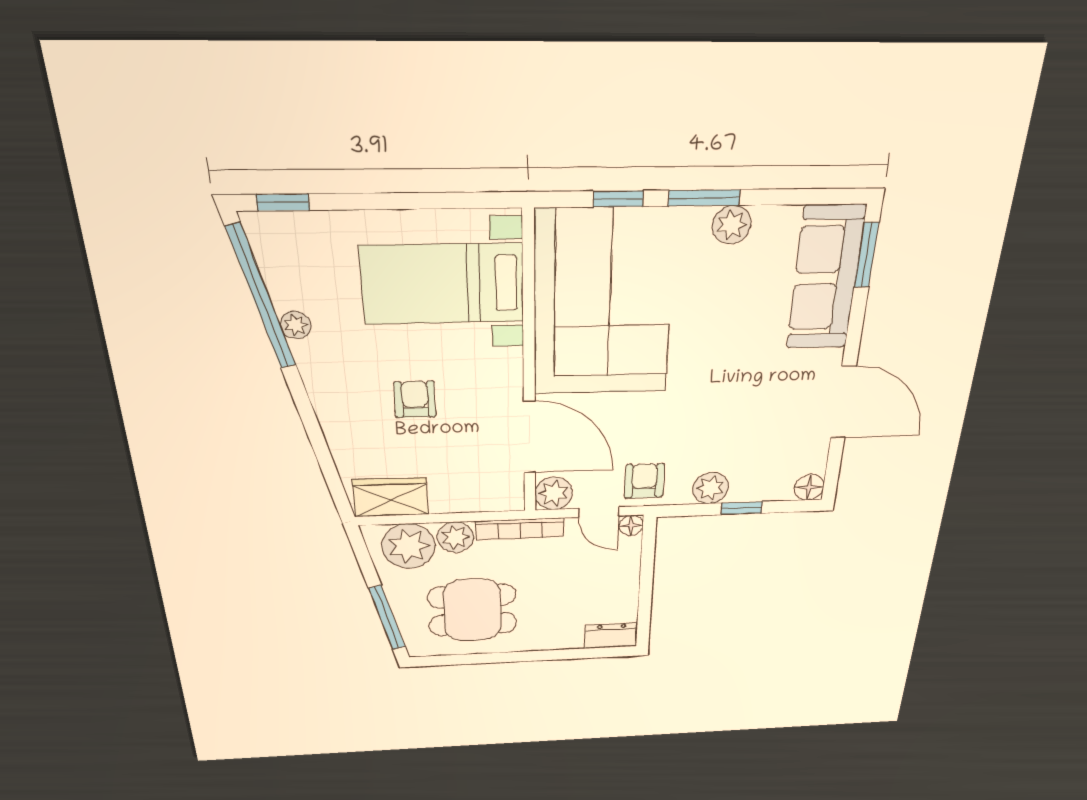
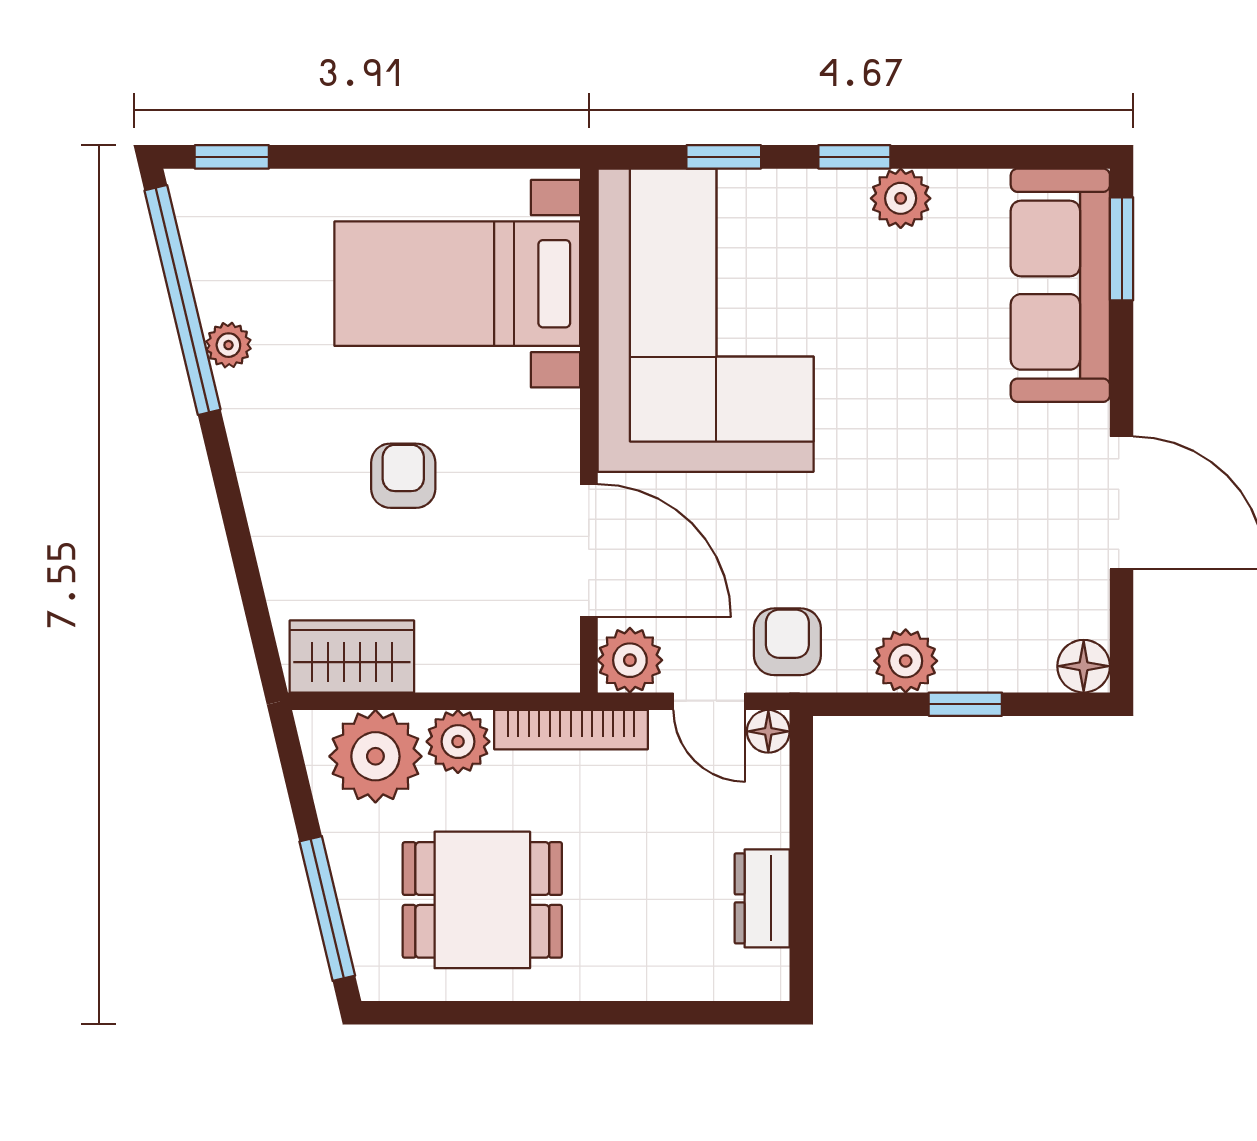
window: (704, 198) -> (854, 157), width x0.67
dresser: (611, 636) -> (762, 898), moved, turned -90

